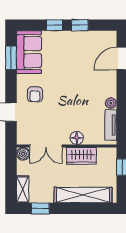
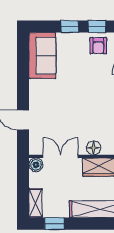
window: (11, 58) -> (23, 62), removed
armchair: (35, 94) -> (98, 46), moved
double door: (46, 146) -> (61, 156), swing flipped

